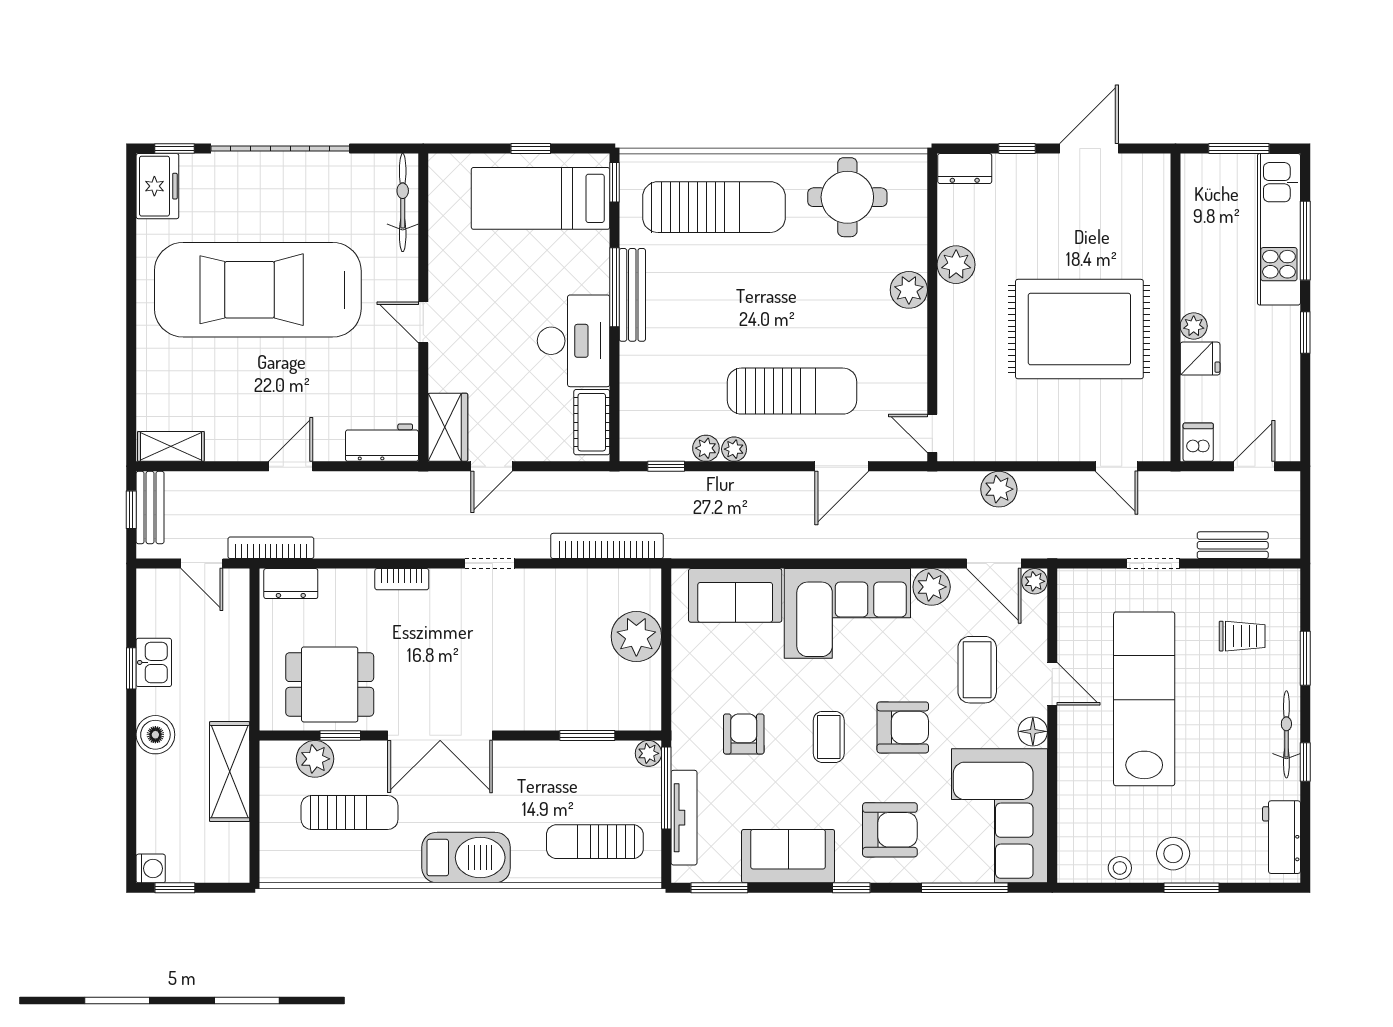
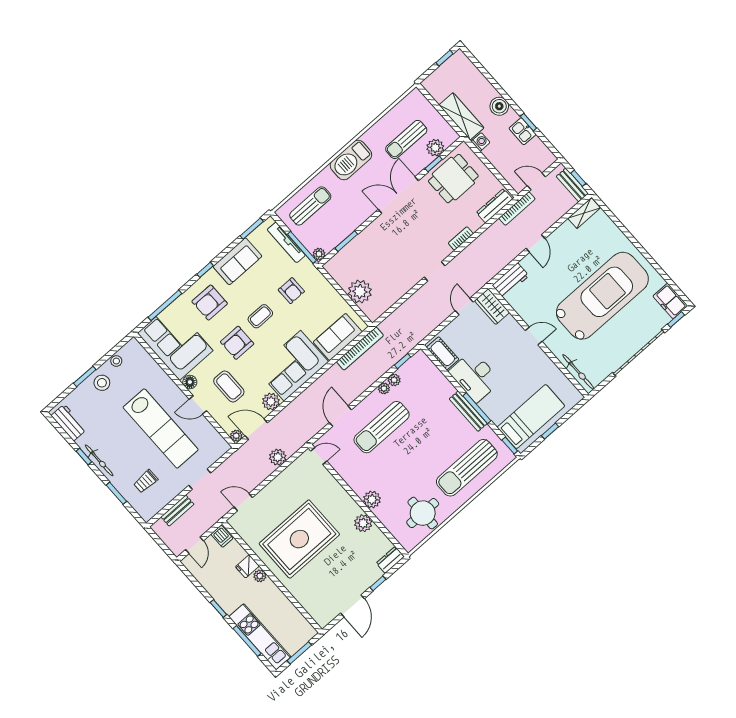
bookcase: (607, 546) -> (360, 349), moved
dresser: (291, 584) -> (495, 206), width x1.44
coffee table: (829, 737) -> (260, 316), turned 90
washing machine: (151, 868) -> (481, 142), moved, turned 180

